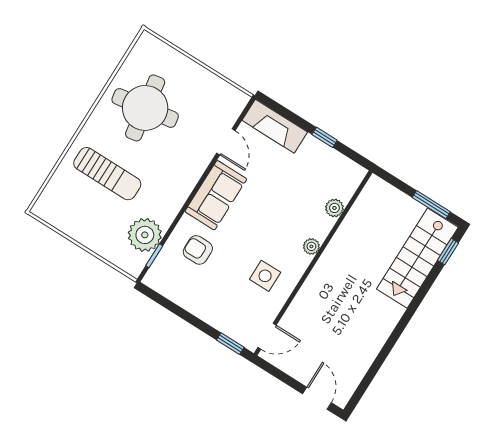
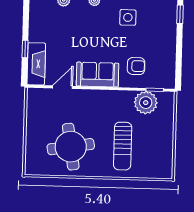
window: (325, 137) -> (25, 49), moved
sun lounger: (107, 174) -> (123, 146), turned 180
armchair: (198, 250) -> (136, 66), turned -90

